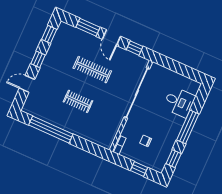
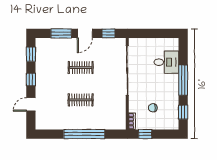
door: (111, 38) -> (85, 33), hinge flipped
clothes rail: (92, 70) -> (81, 68), width x0.73
window: (51, 130) -> (84, 134), moved
window: (139, 169) -> (145, 134), moved

